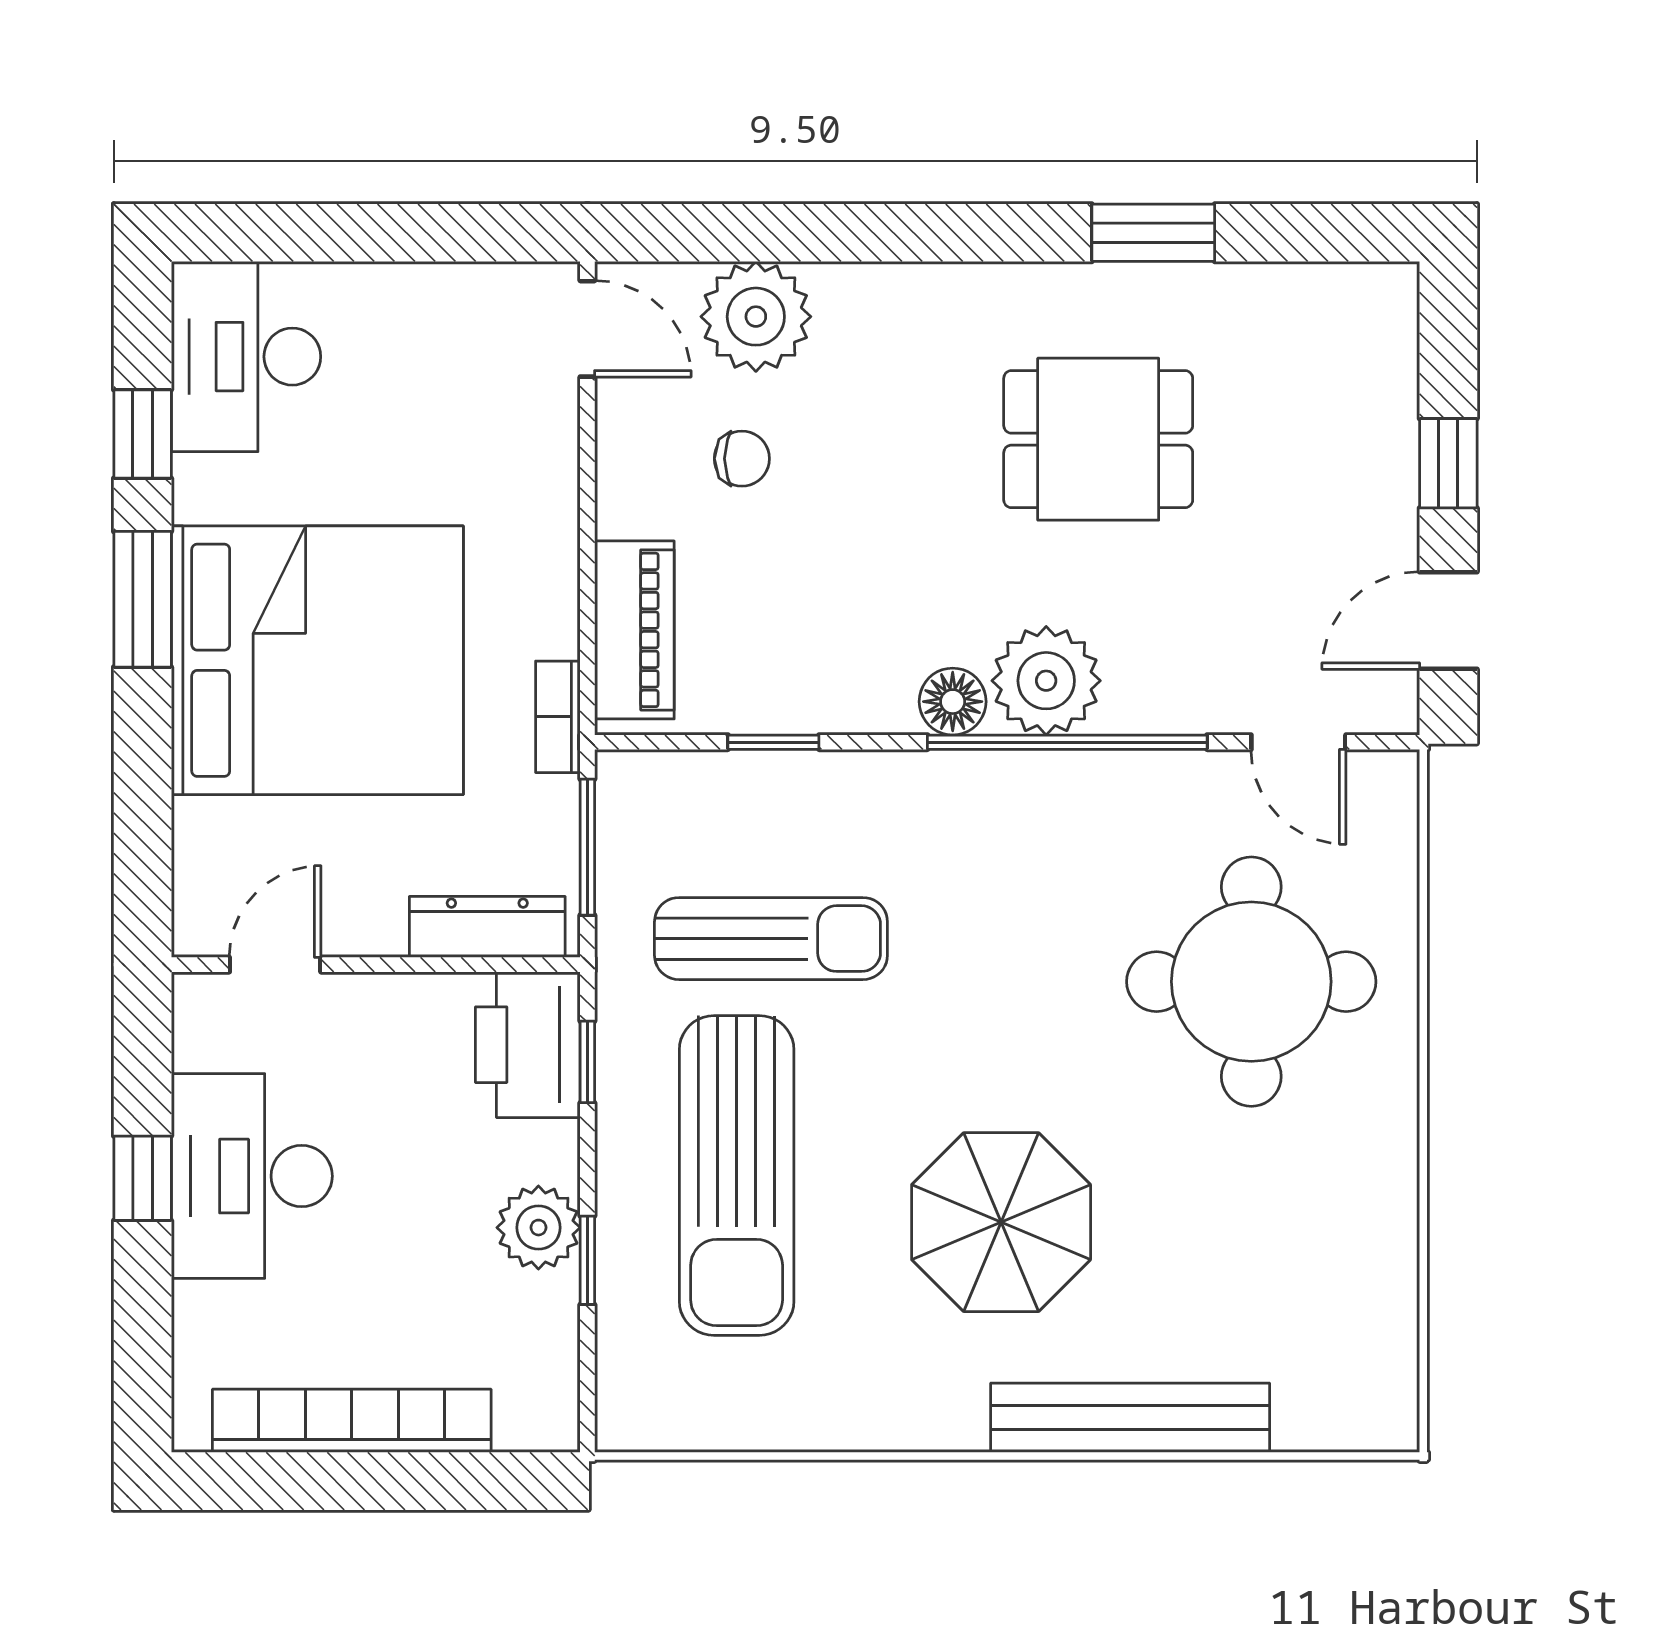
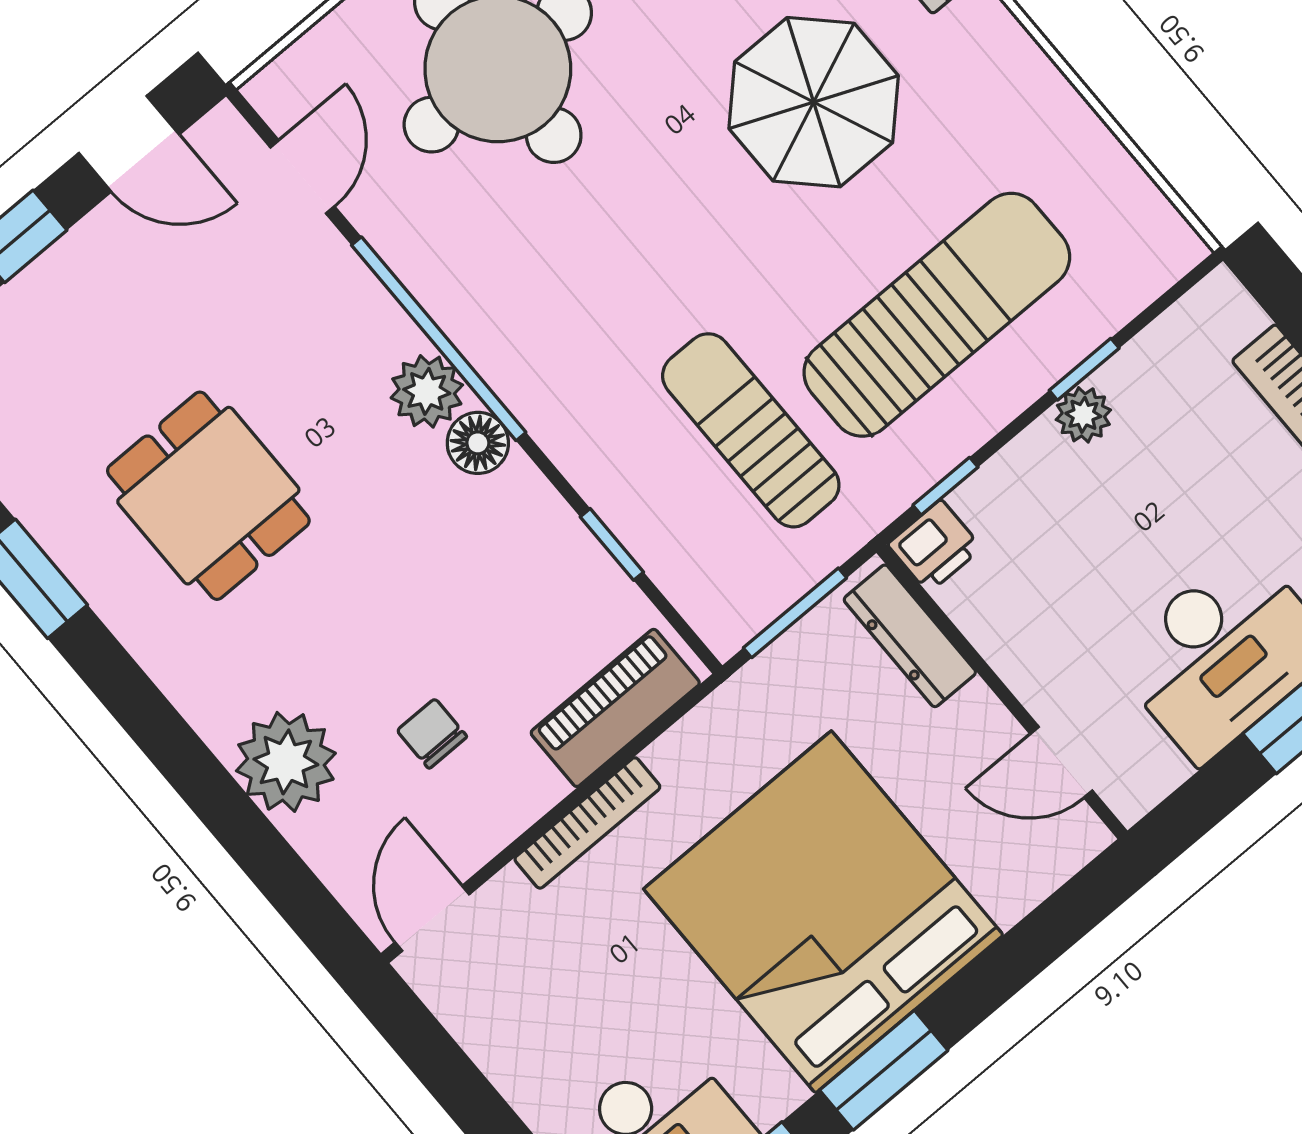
plant: (756, 317) -> (286, 762), moved
plant: (1046, 681) -> (427, 391), width x0.73, depth x0.73
bookcase: (558, 717) -> (587, 823), moved, width x1.56
printer: (528, 1045) -> (935, 546), width x0.53, depth x0.68
plant: (538, 1228) -> (1083, 415), width x0.73, depth x0.73

